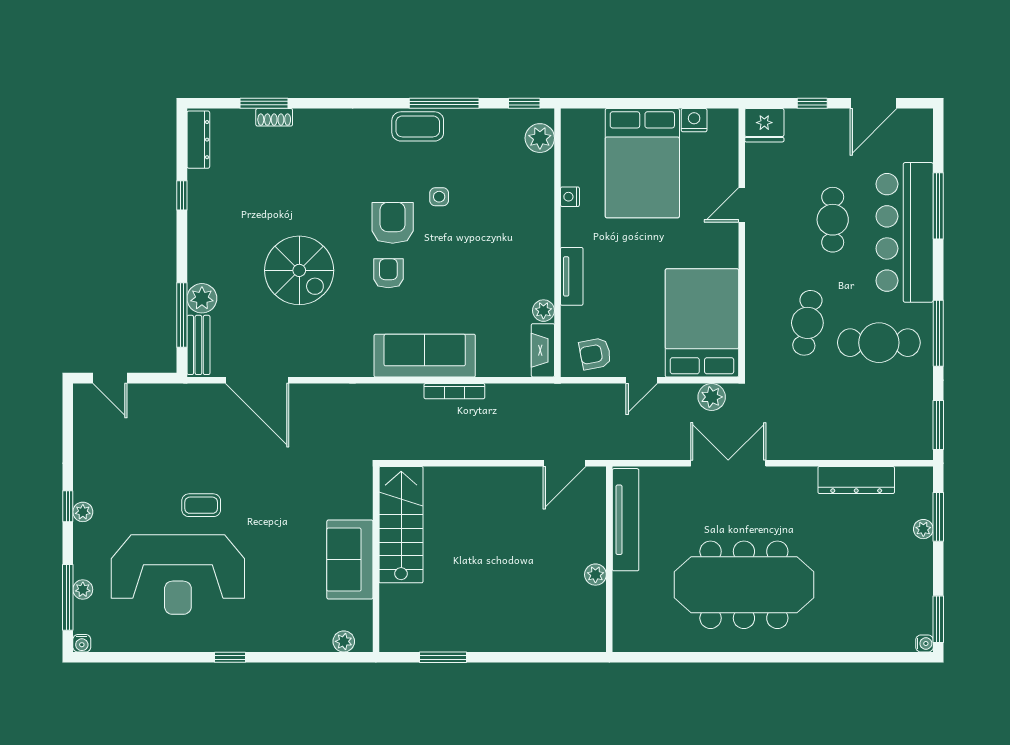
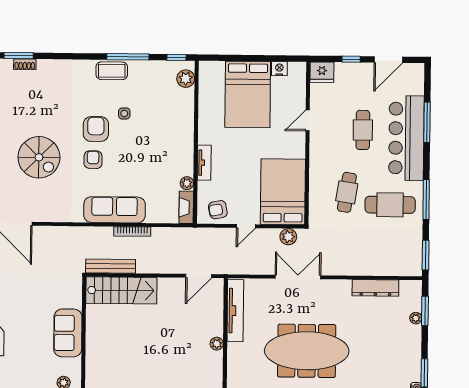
nightstand: (570, 197) -> (204, 114), removed
bench: (419, 449) -> (111, 266), added
stairs: (401, 525) -> (121, 290), moved, turned 90

